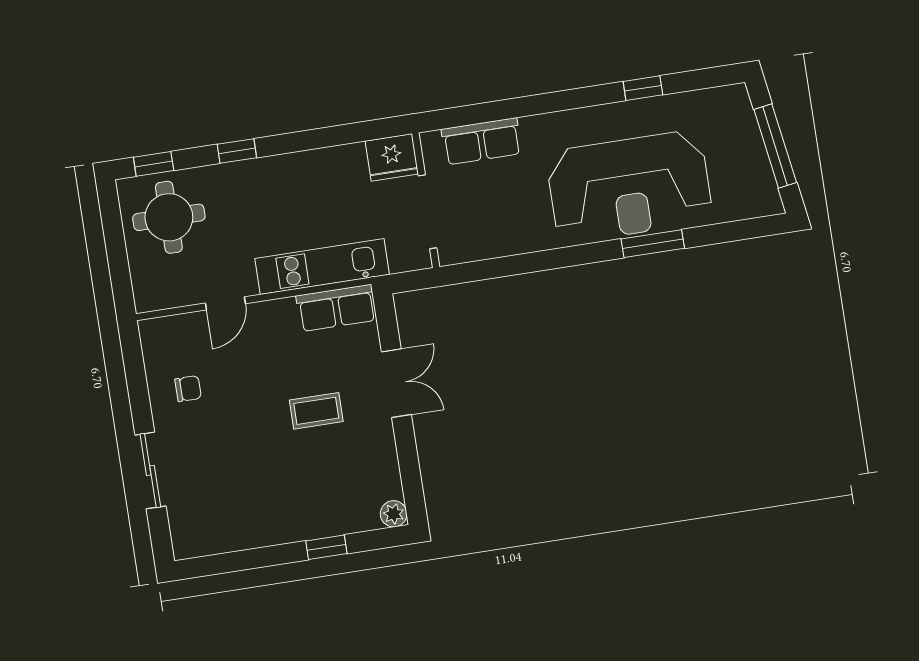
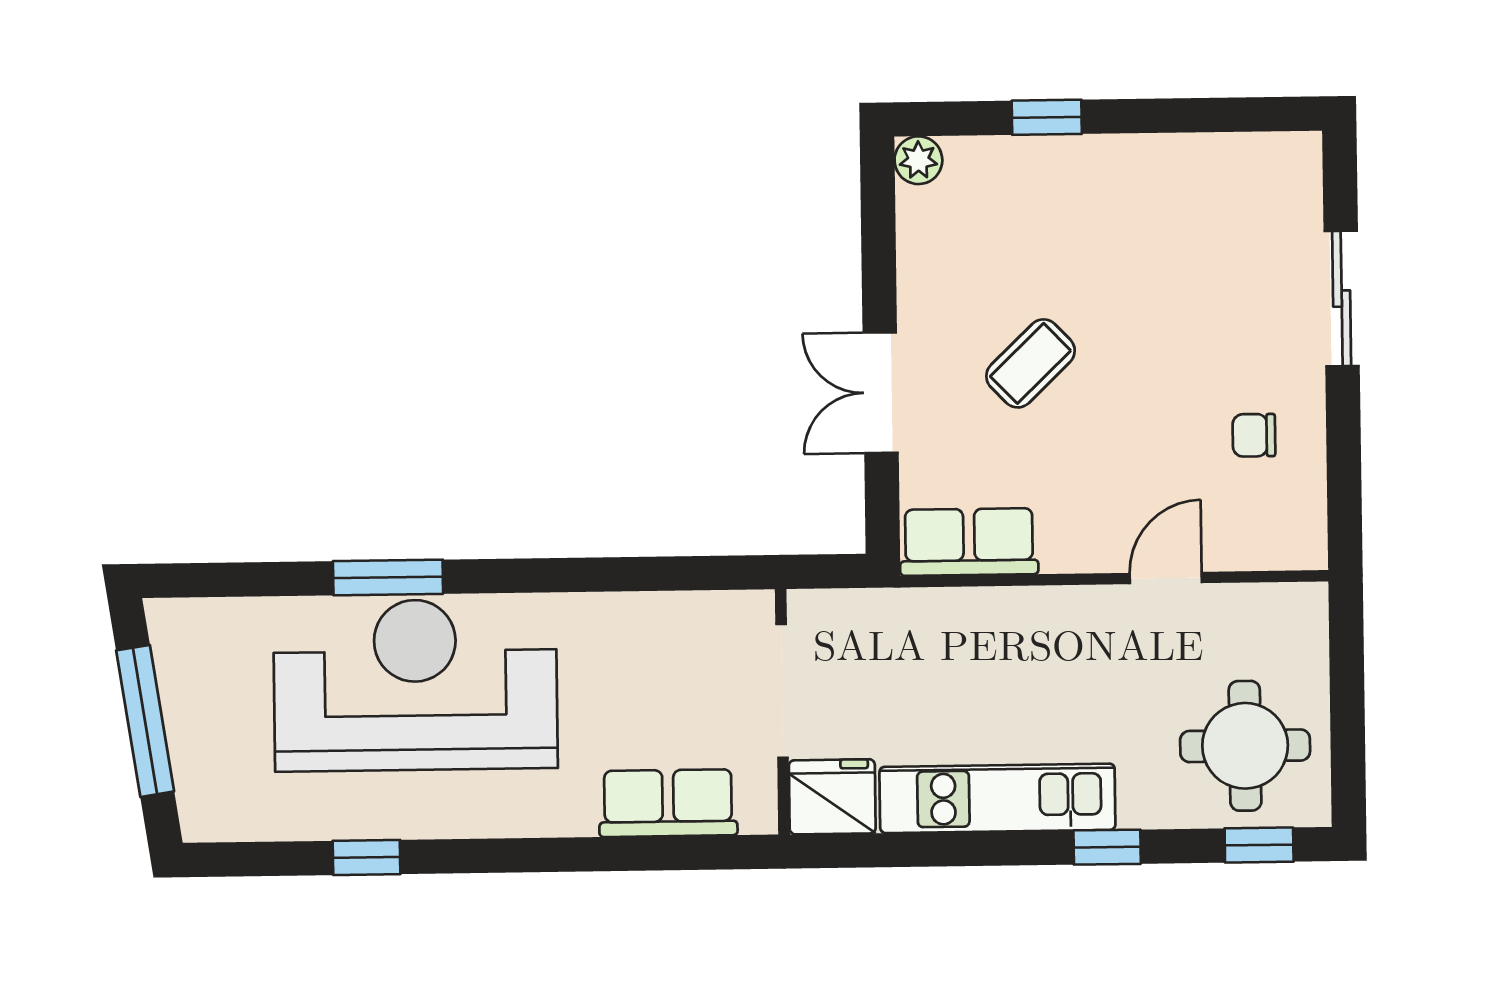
kitchen unit: (322, 267) -> (997, 798), moved, turned 180
coffee table: (316, 411) -> (1031, 363), turned -44

